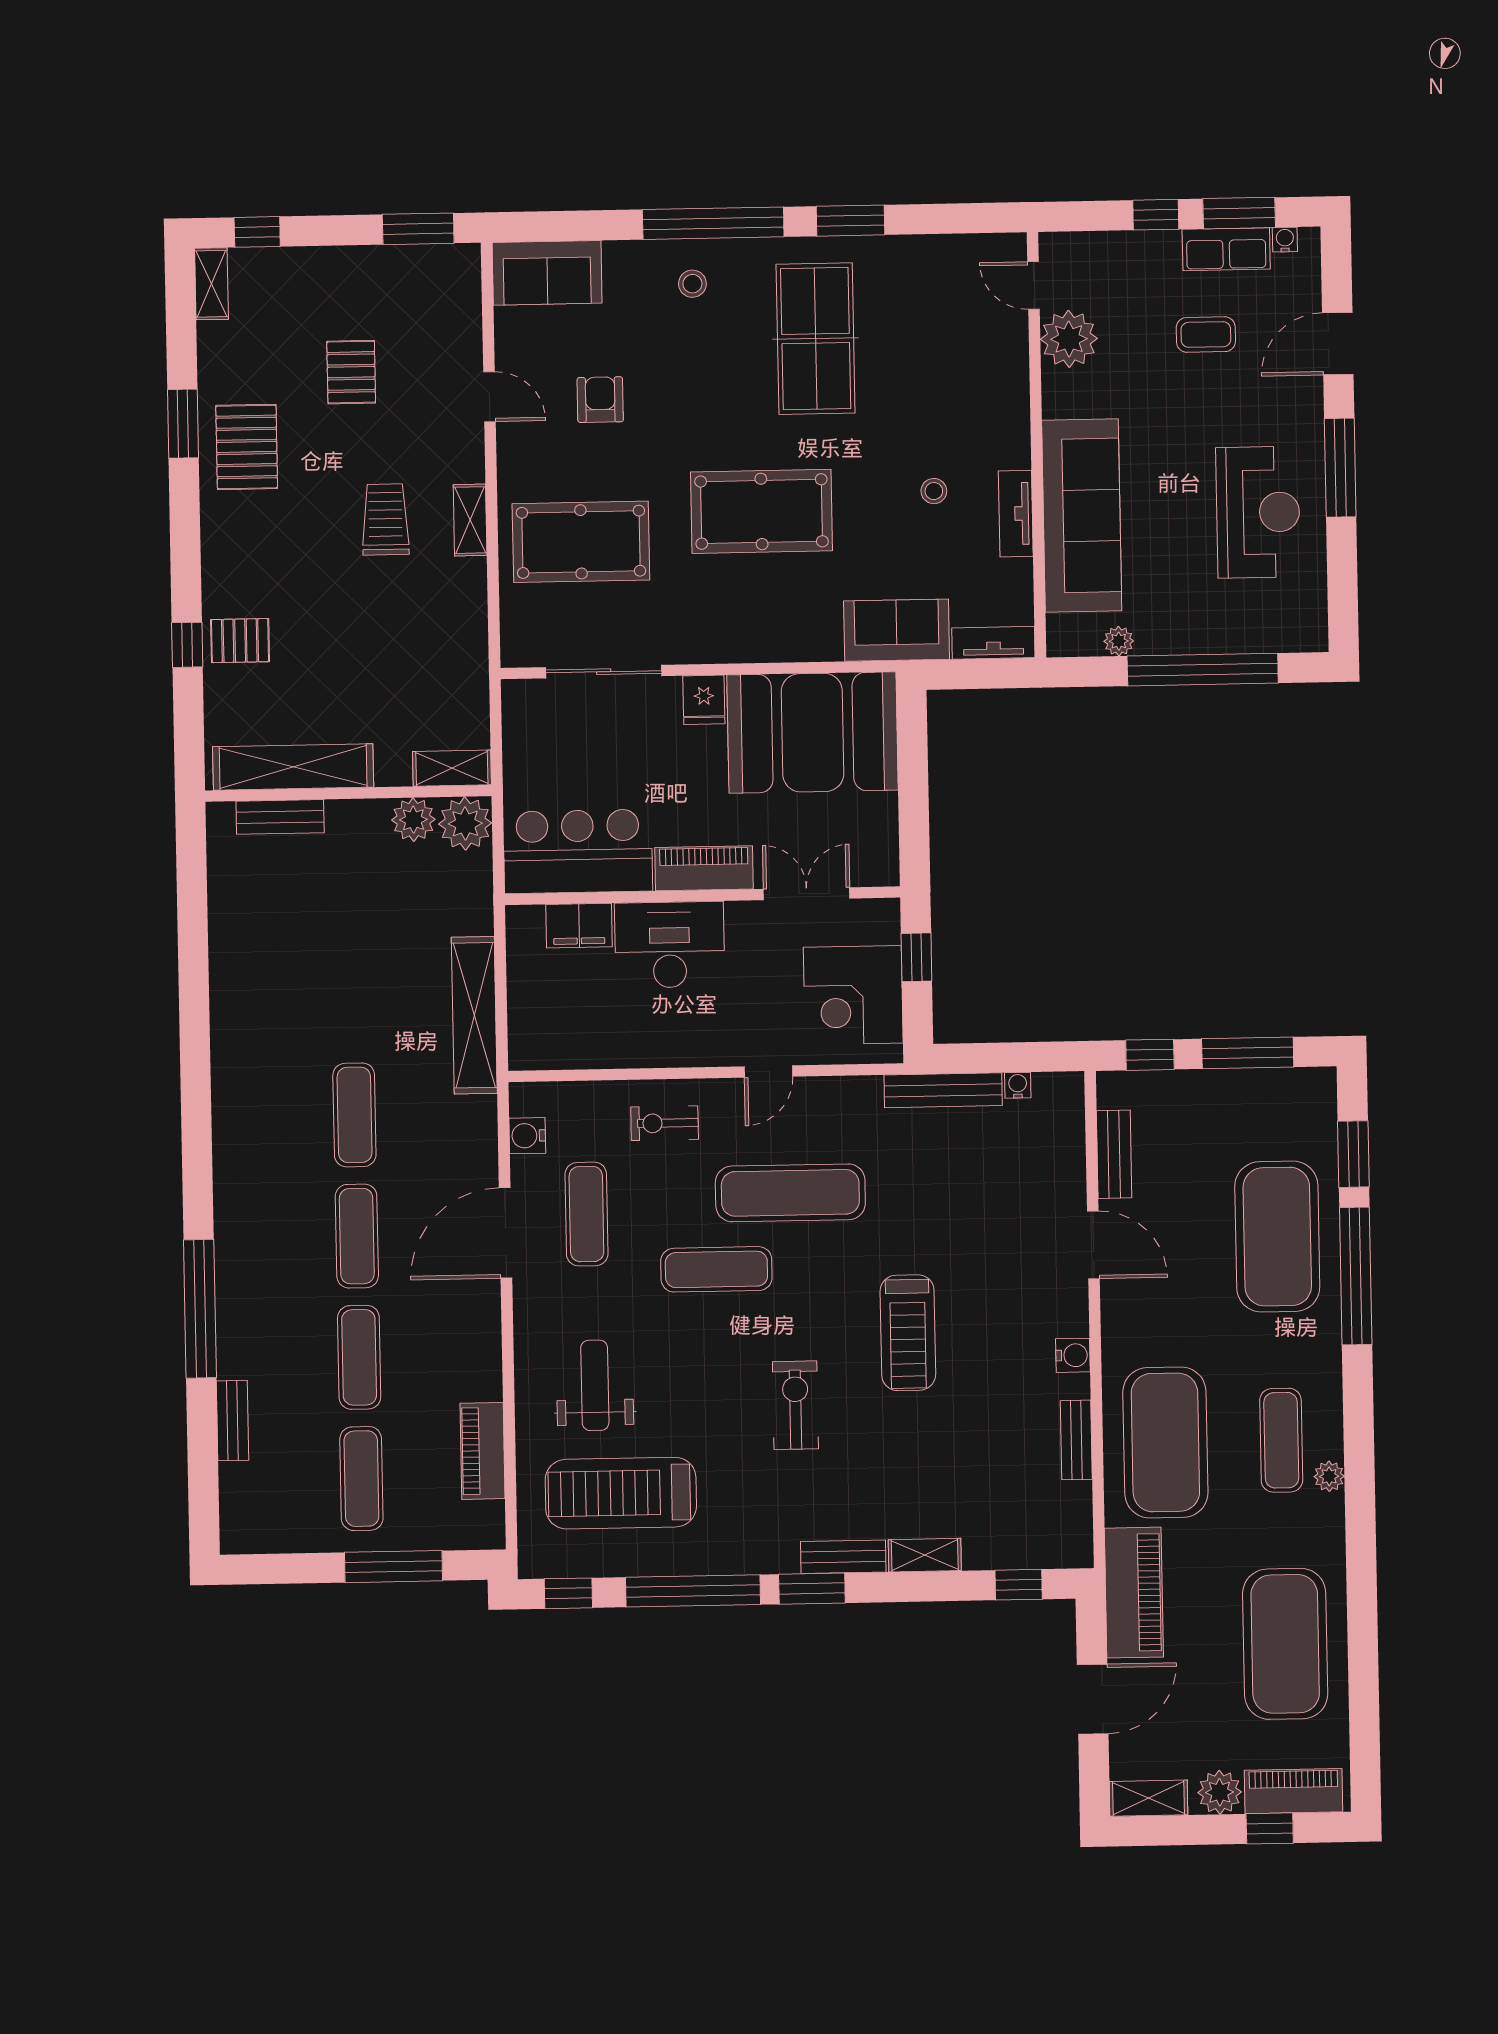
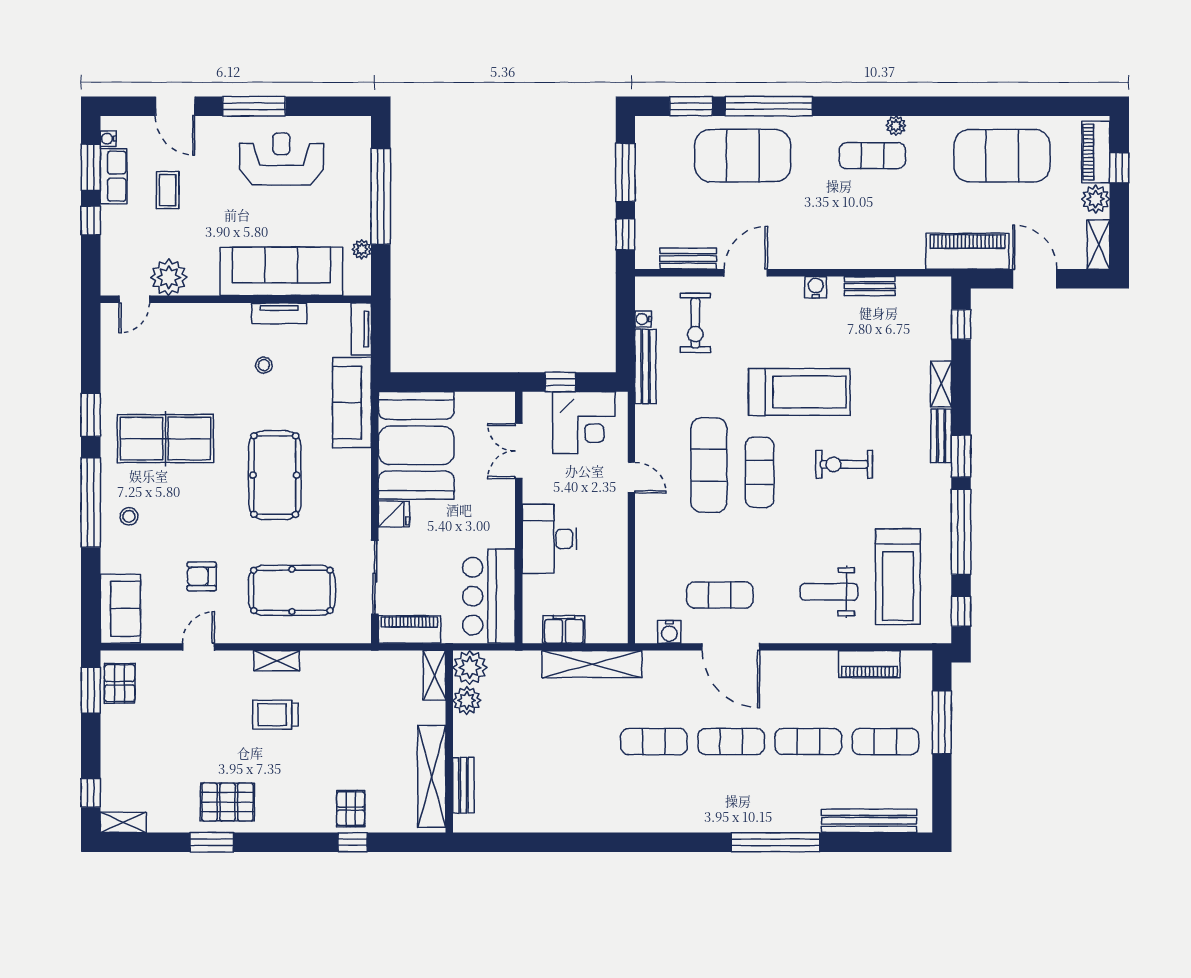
pallet: (351, 372) -> (120, 683), moved, turned 90
pool table: (581, 542) -> (292, 590), turned 90
sofa: (897, 630) -> (352, 403), width x1.36
piano: (704, 868) -> (409, 629), moved, turned 90
filing cabinet: (579, 926) -> (564, 629), moved, turned -90
exercise bike: (665, 1123) -> (695, 323), moved, width x1.38, depth x1.39
exercise mat: (716, 1269) -> (760, 472), moved
treadmill: (908, 1333) -> (799, 392), width x1.37, depth x1.38
bench: (232, 1421) -> (869, 821), width x1.86, depth x1.21
exercise mat: (1165, 1442) -> (872, 229), removed

